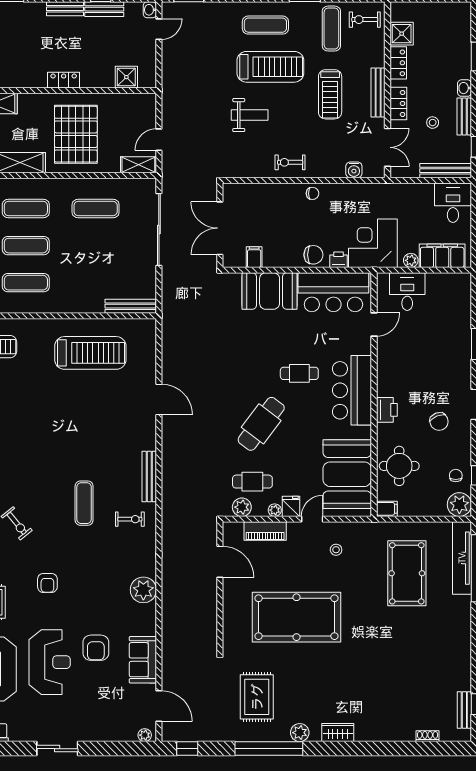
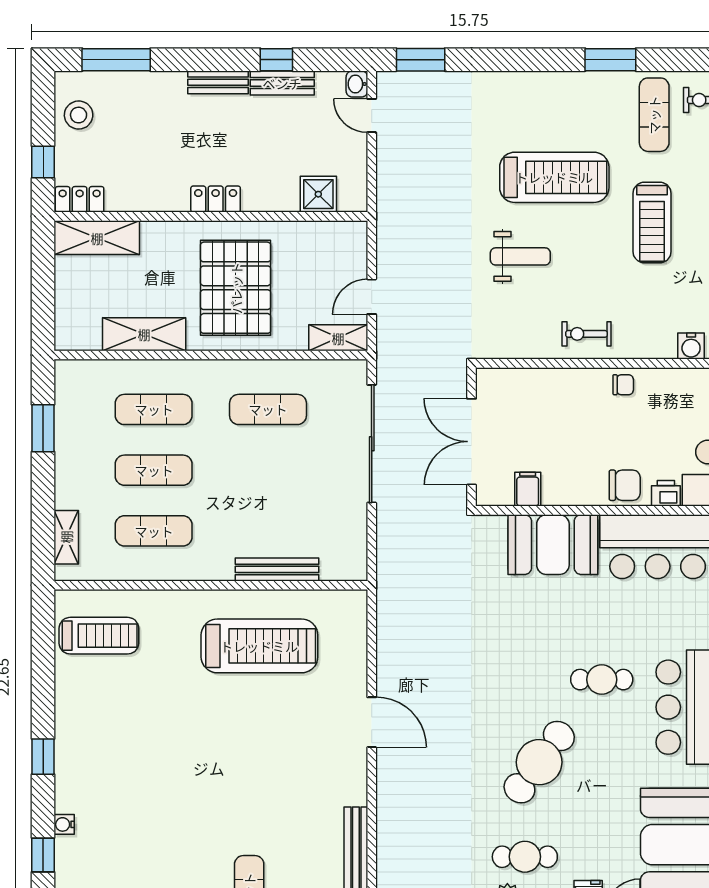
exercise mat: (265, 25) -> (546, 109), removed
door: (159, 29) -> (372, 116), swing flipped
bench: (130, 306) -> (277, 569), moved

